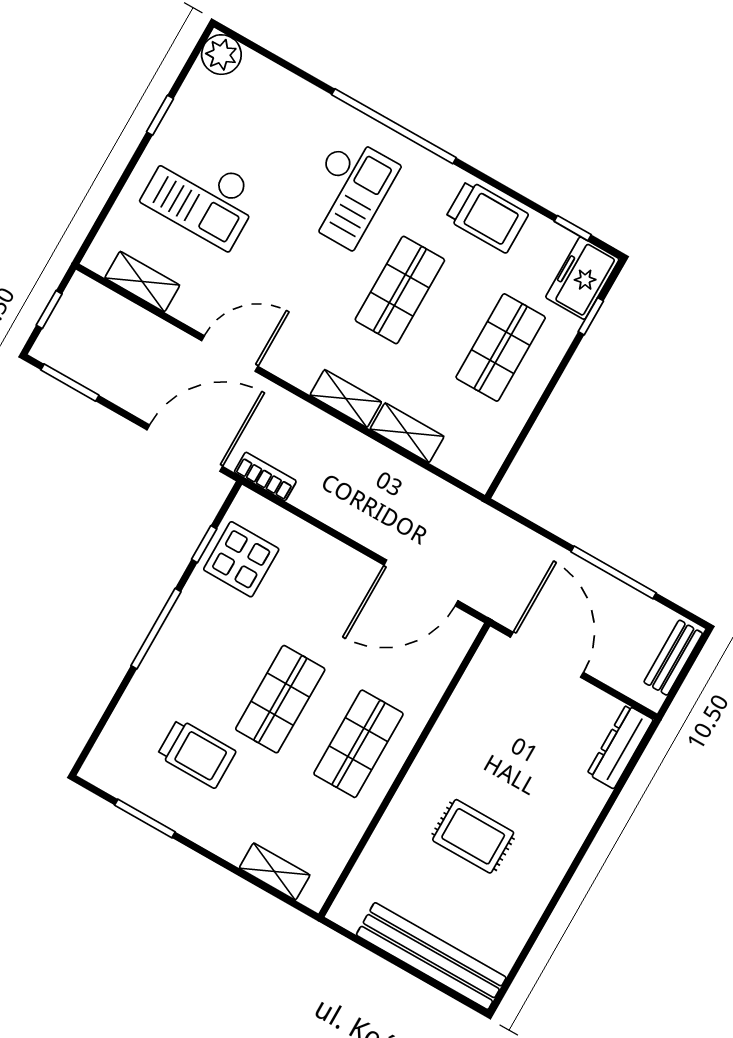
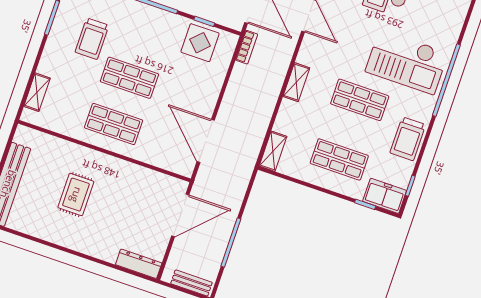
checkout: (347, 192) -> (407, 62), width x1.36, depth x1.21
shelving: (407, 433) -> (273, 151), moved

